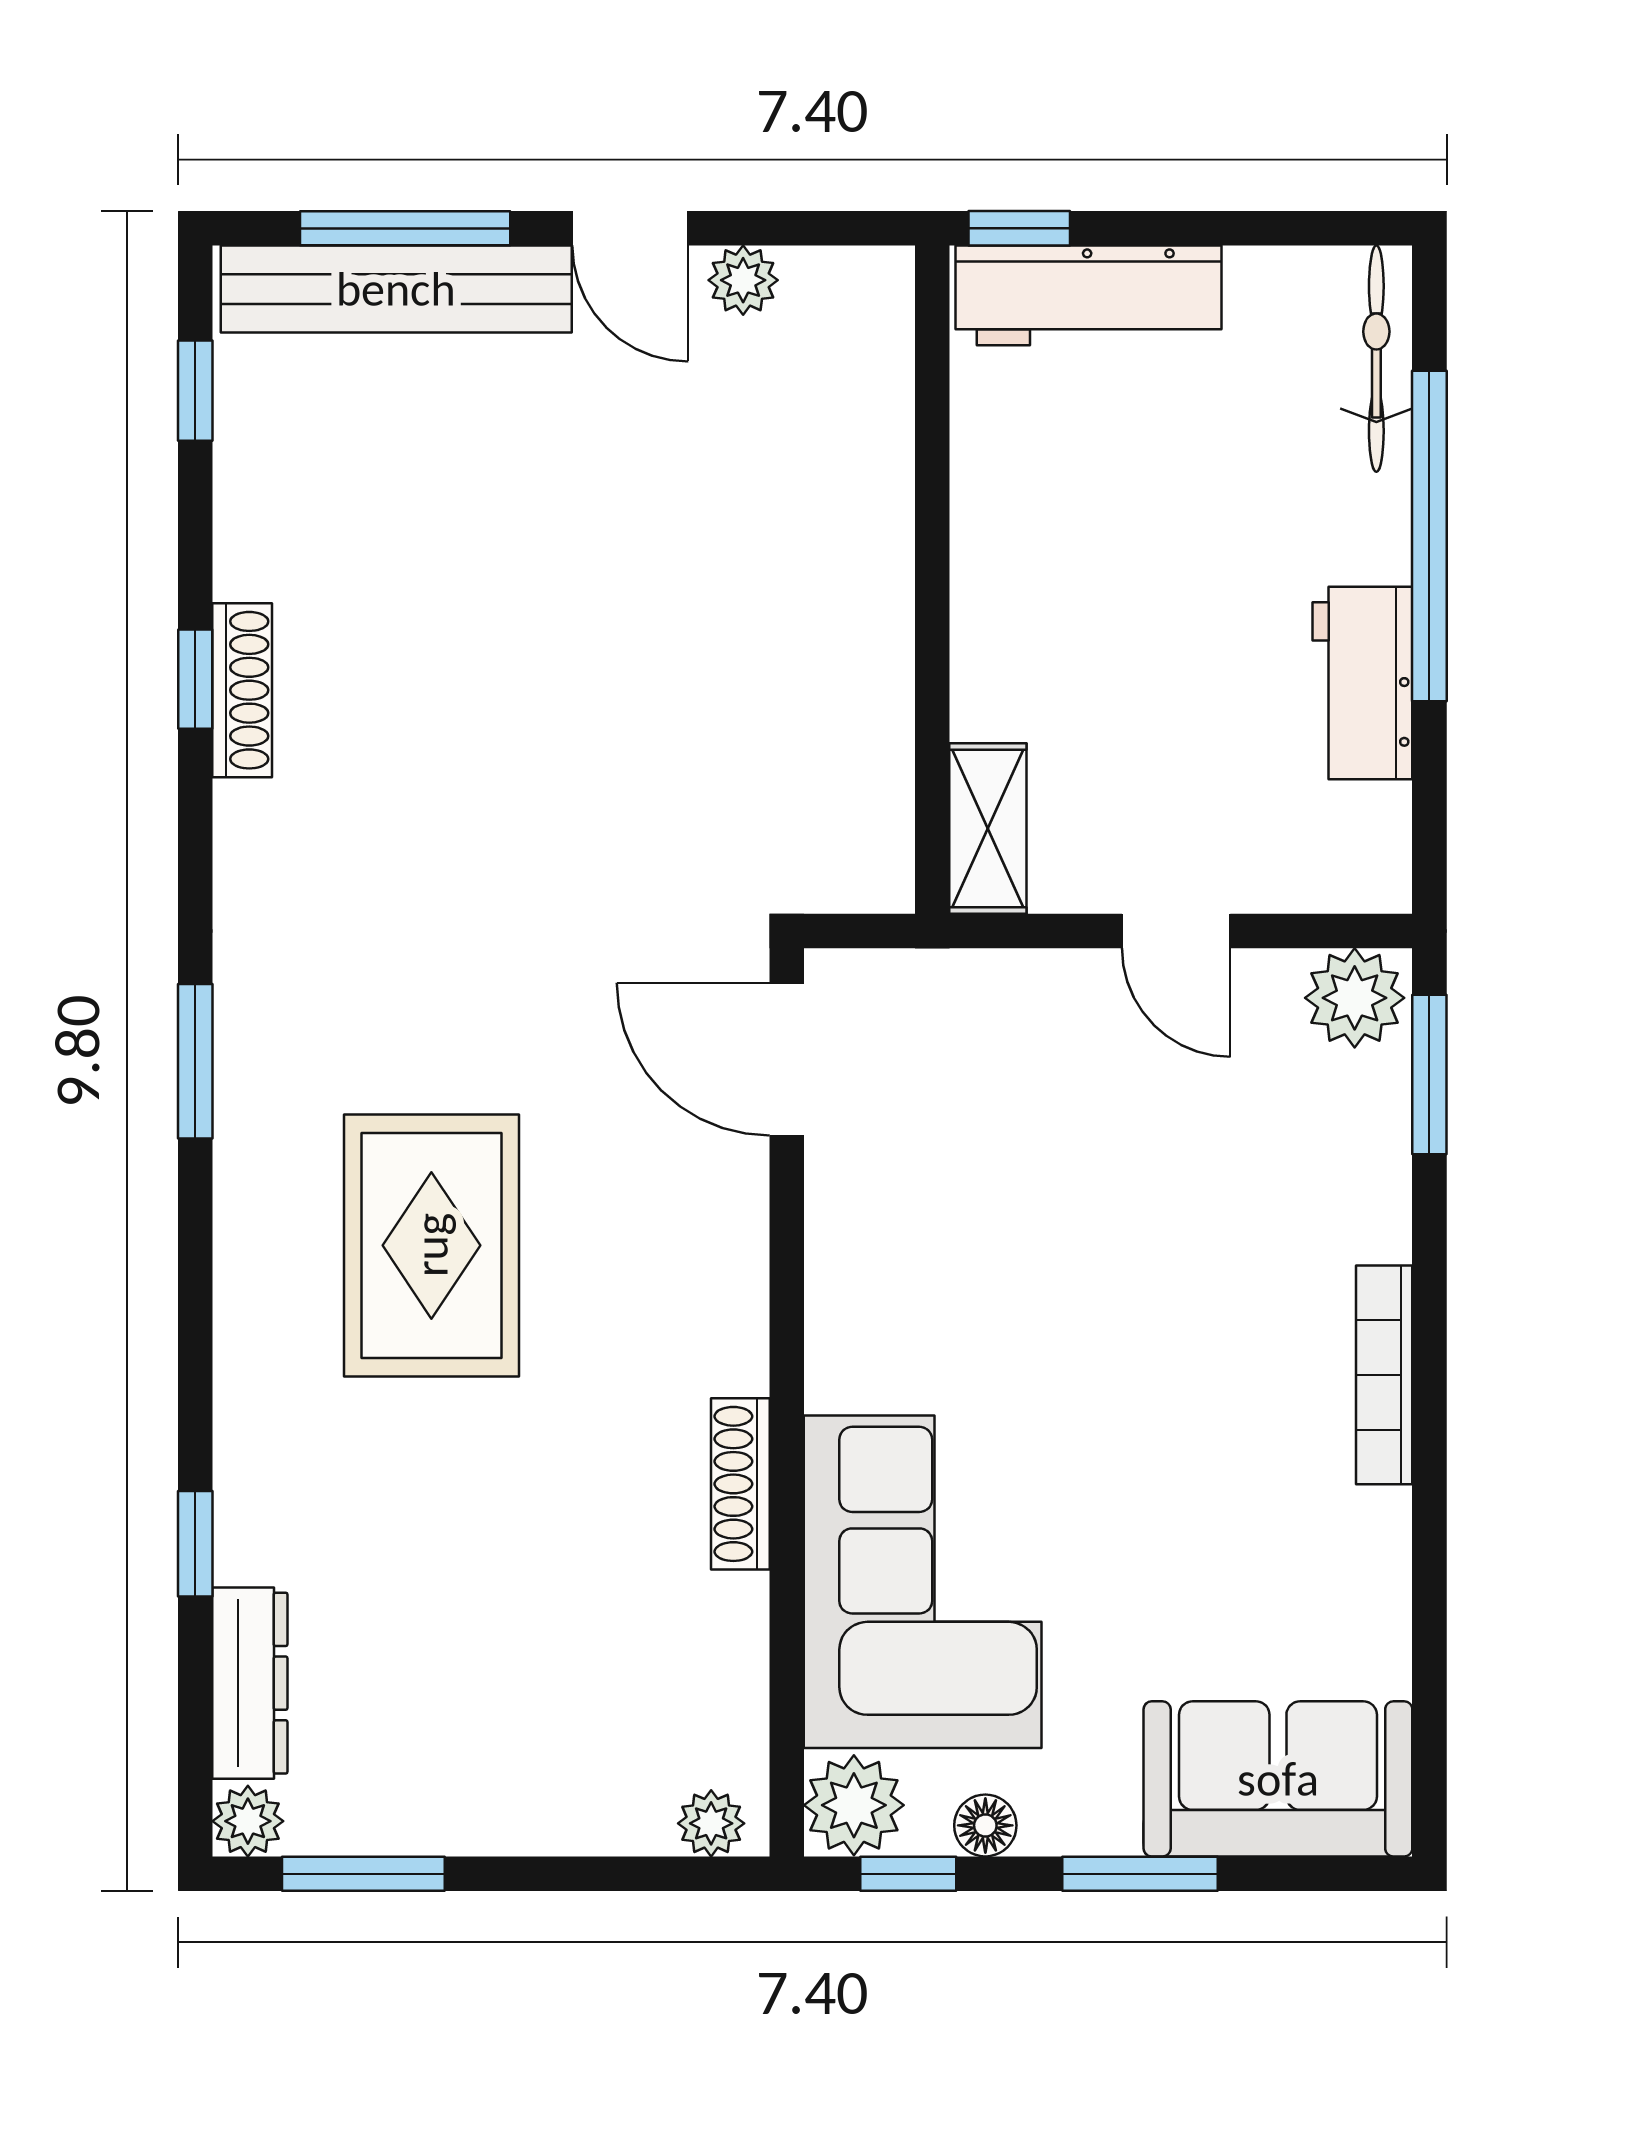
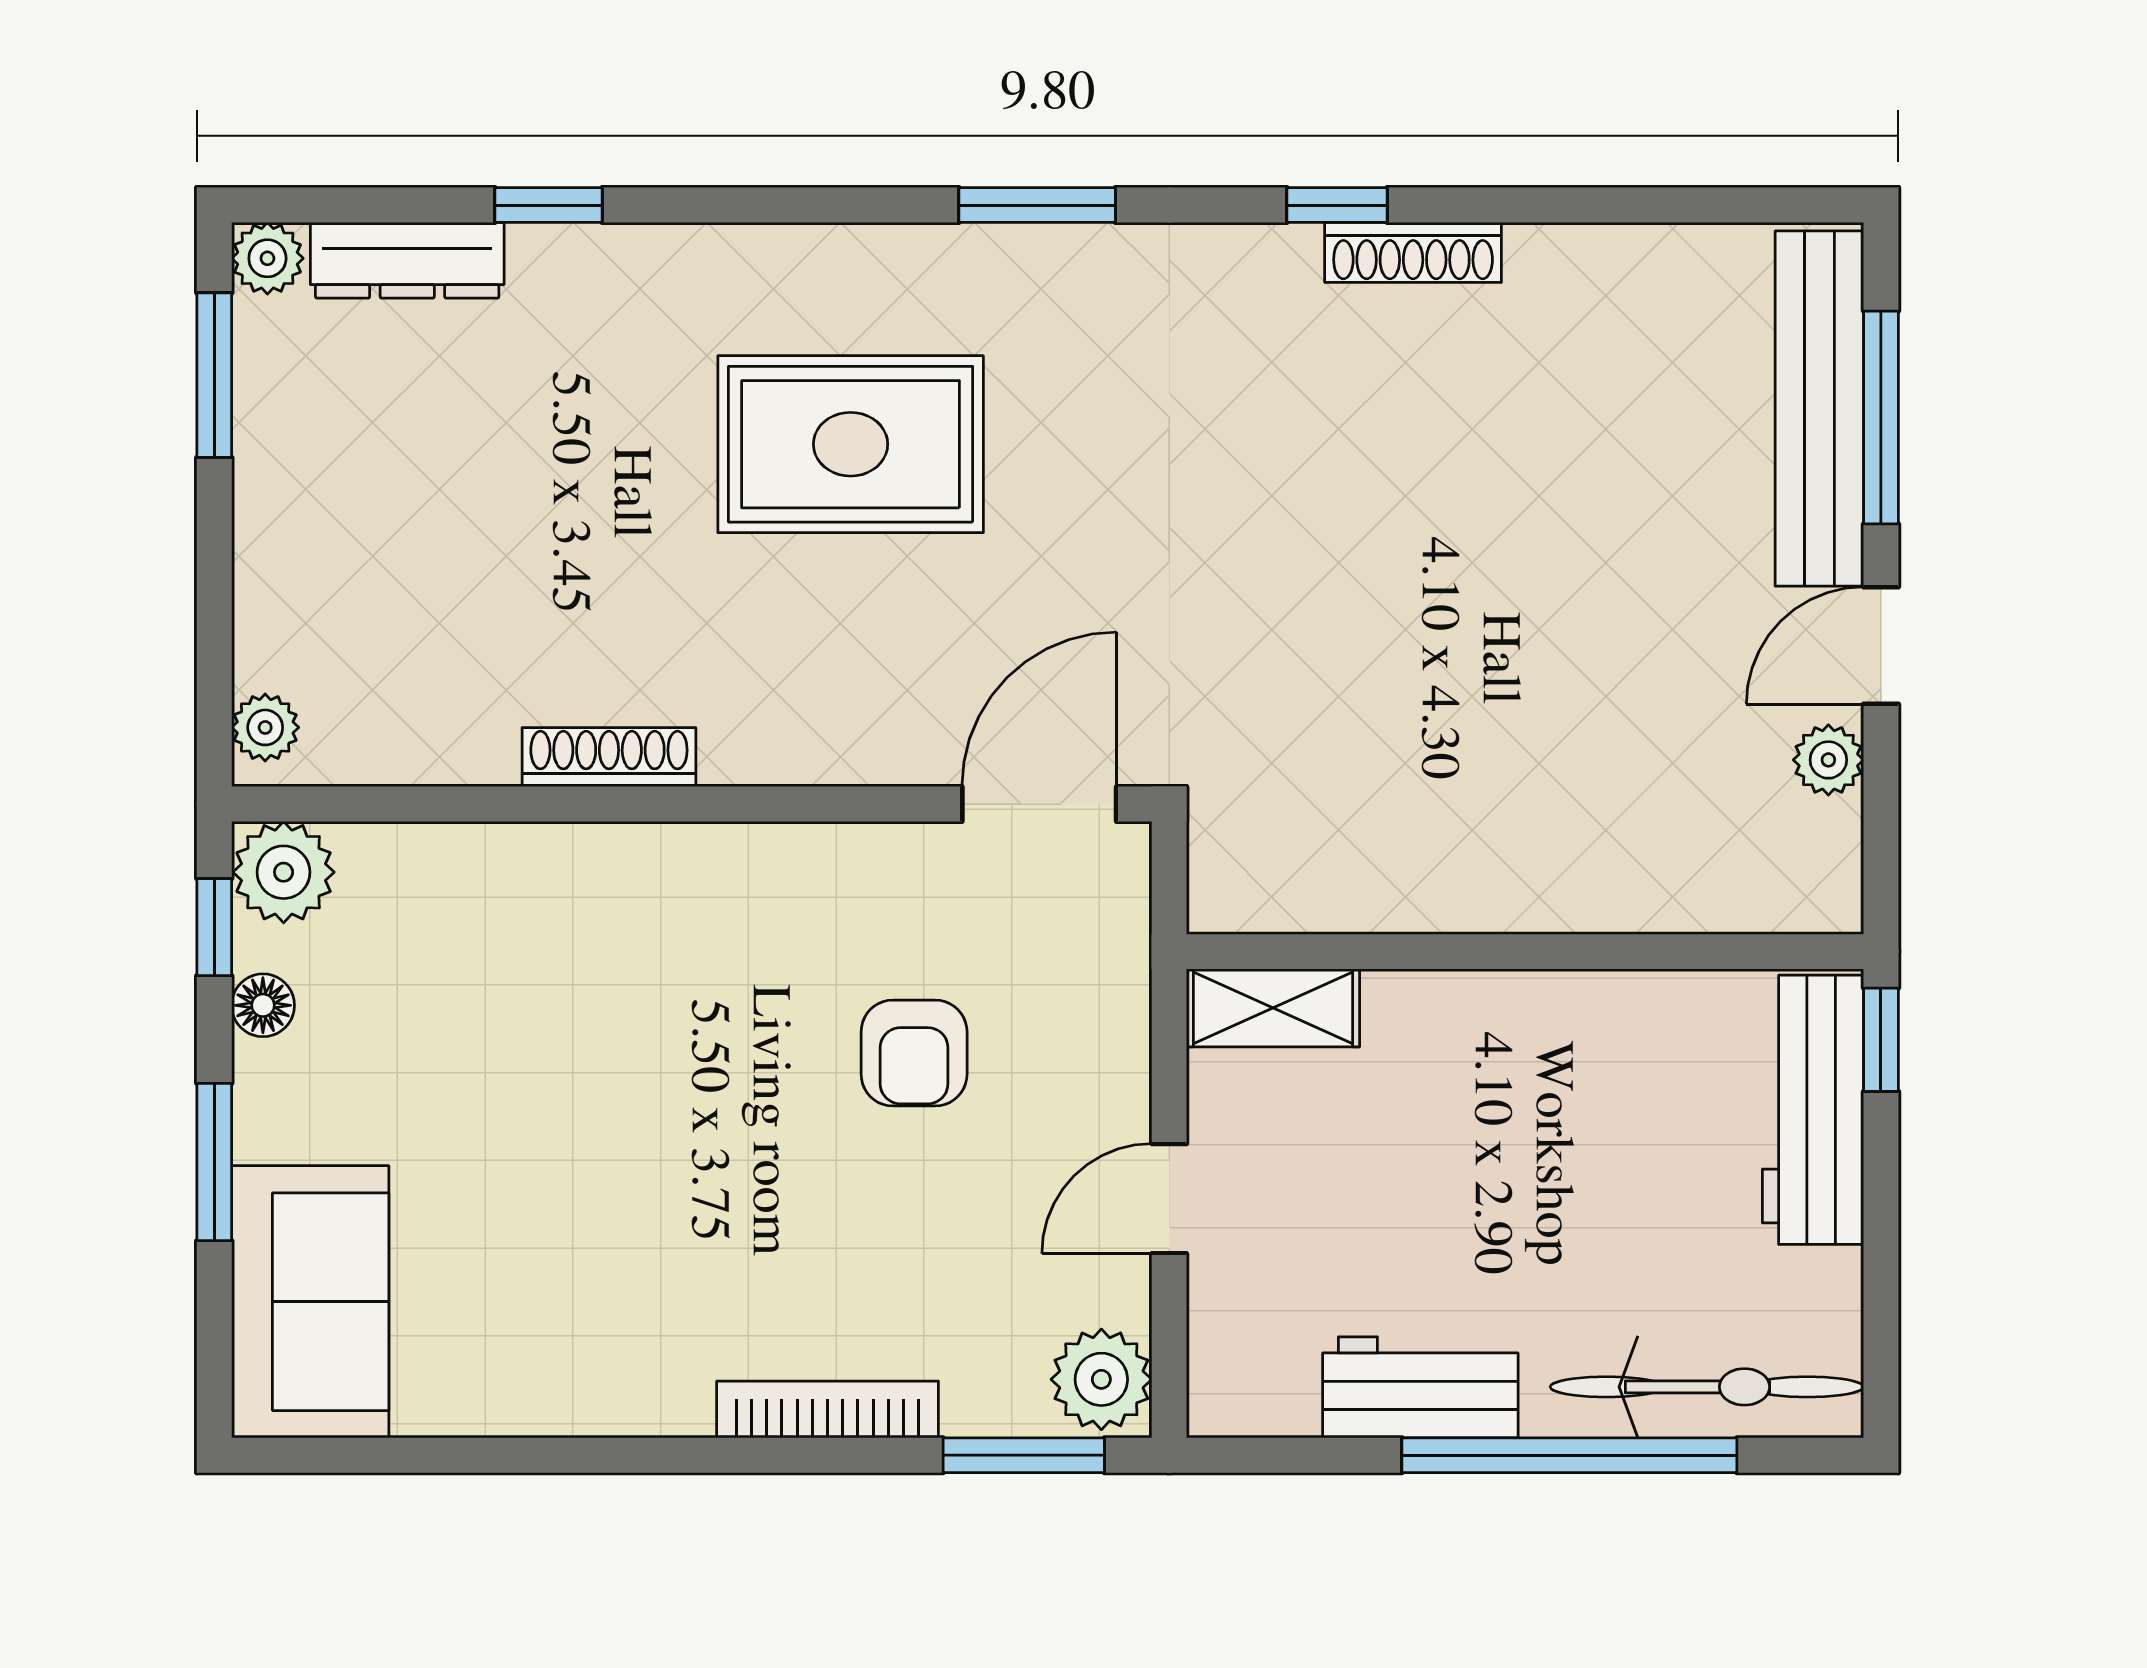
bicycle: (1376, 359) -> (1707, 1387), width x1.37, depth x1.40
window: (195, 391) -> (1717, 205), removed
window: (195, 679) -> (1337, 205), moved
armchair: (1032, 1183) -> (914, 1053), added
bookcase: (1384, 1375) -> (828, 1409), moved
corner sofa: (923, 1582) -> (510, 942), removed

